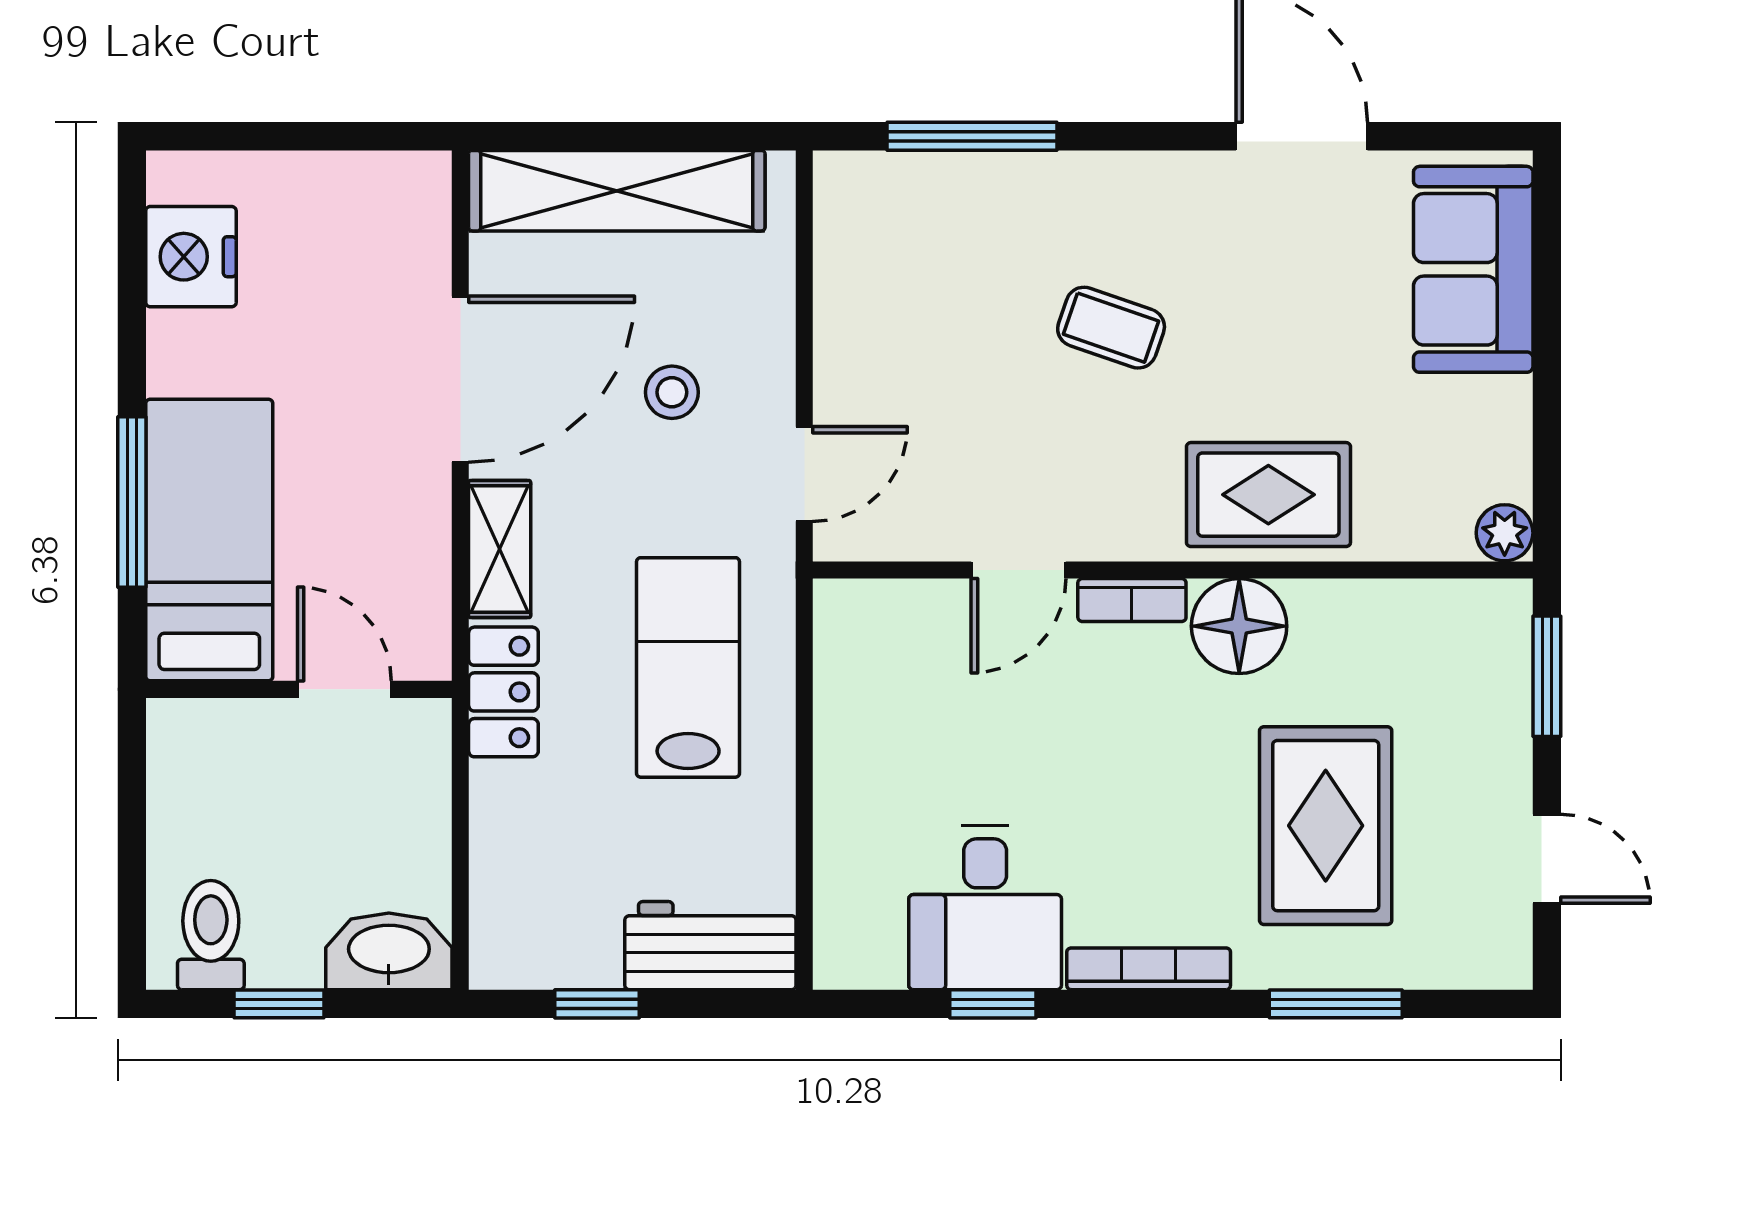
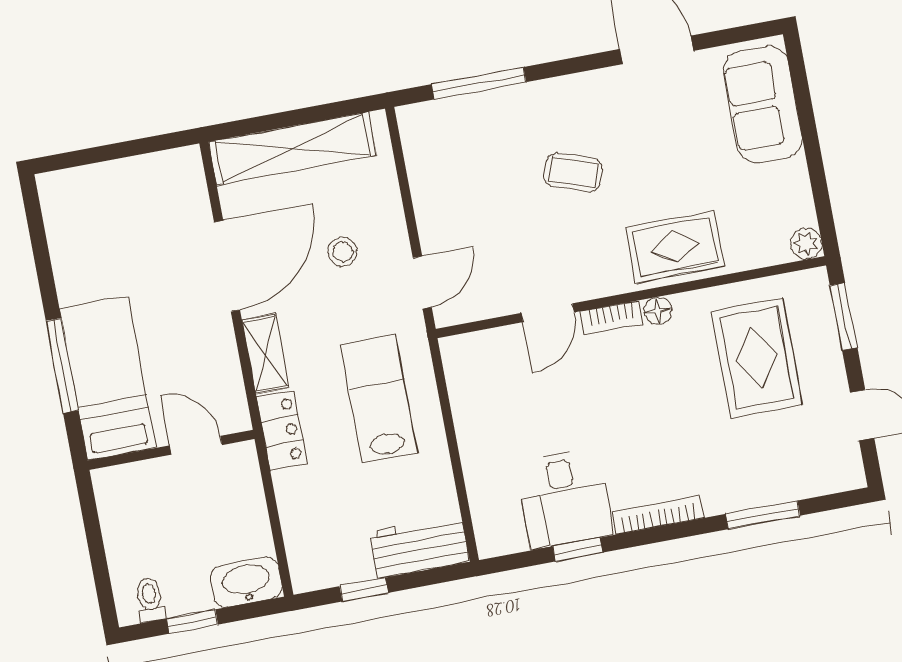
nightstand: (191, 257) -> (69, 227), removed
floor lamp: (1239, 626) -> (658, 311), width x0.53, depth x0.53
rug: (1326, 826) -> (757, 358), moved
toilet: (211, 935) -> (150, 600), width x0.73, depth x0.72

